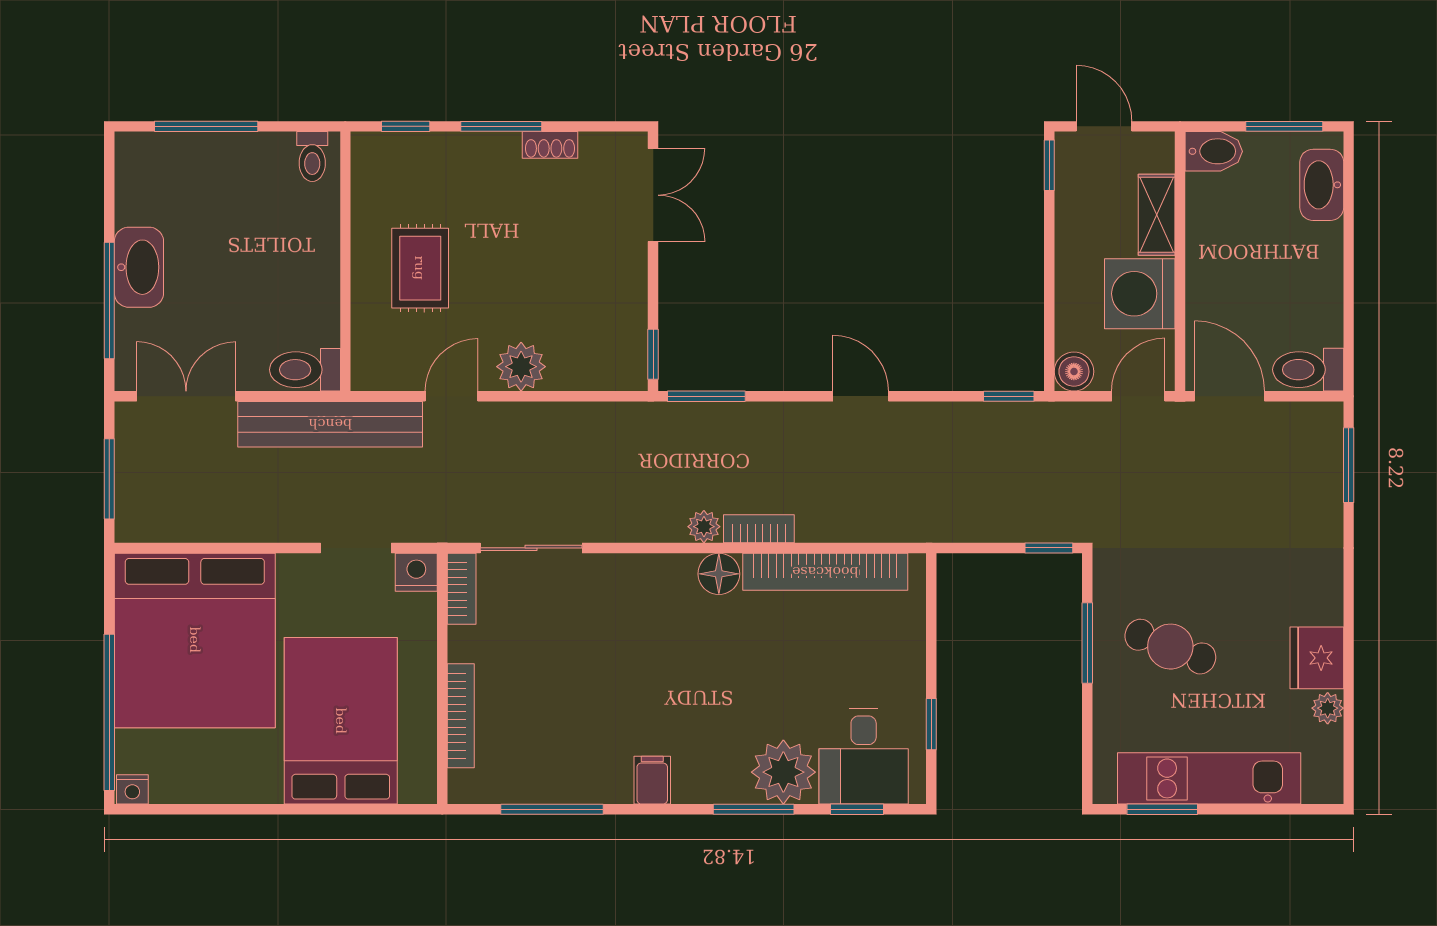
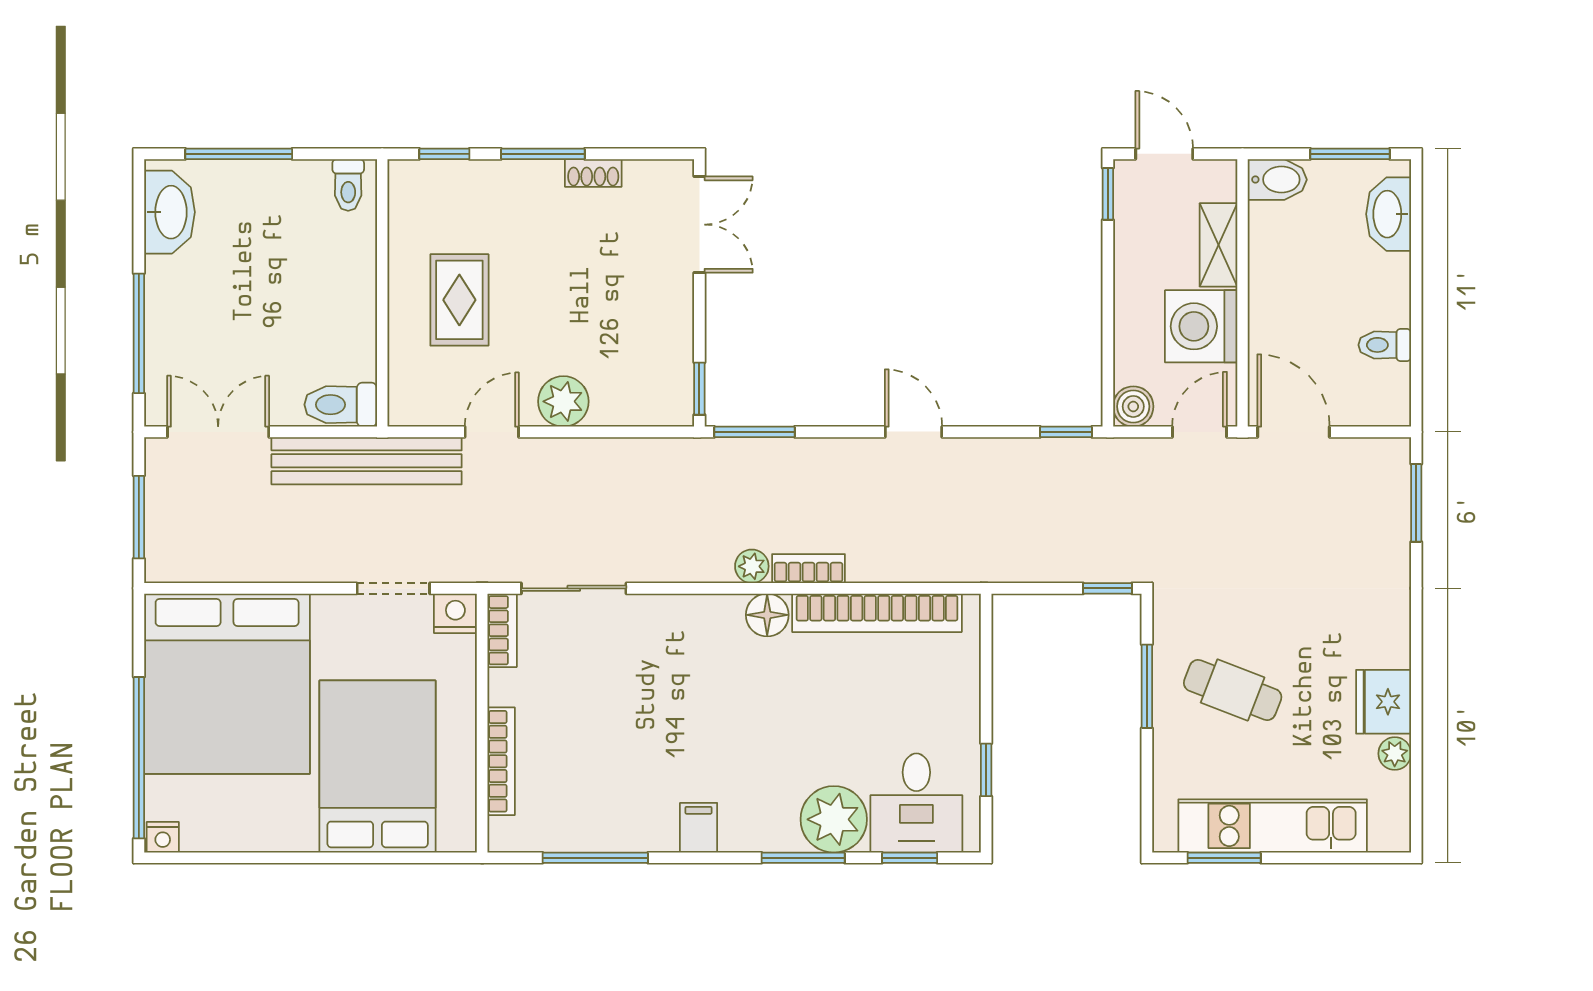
washbasin: (139, 267) -> (169, 212), moved
toilet: (1308, 370) -> (1385, 345), moved, width x0.73, depth x0.72

